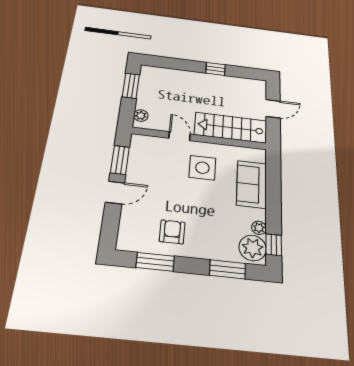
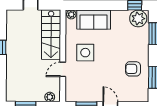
plant: (259, 228) -> (71, 14), moved

